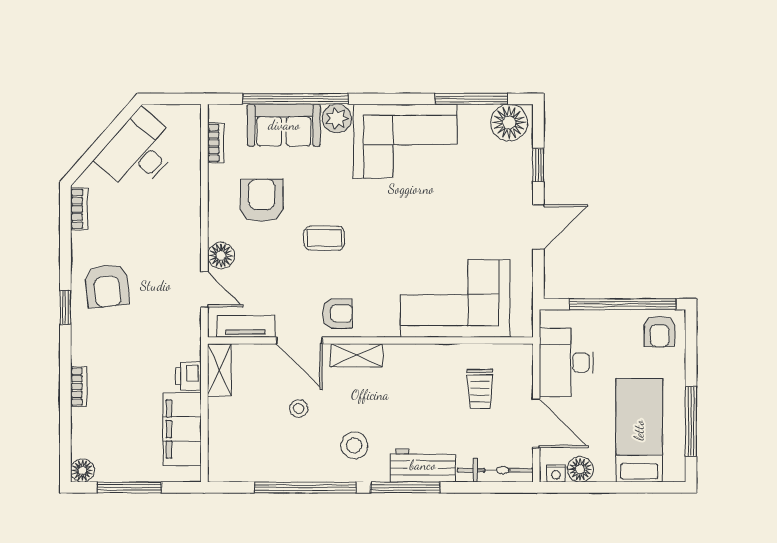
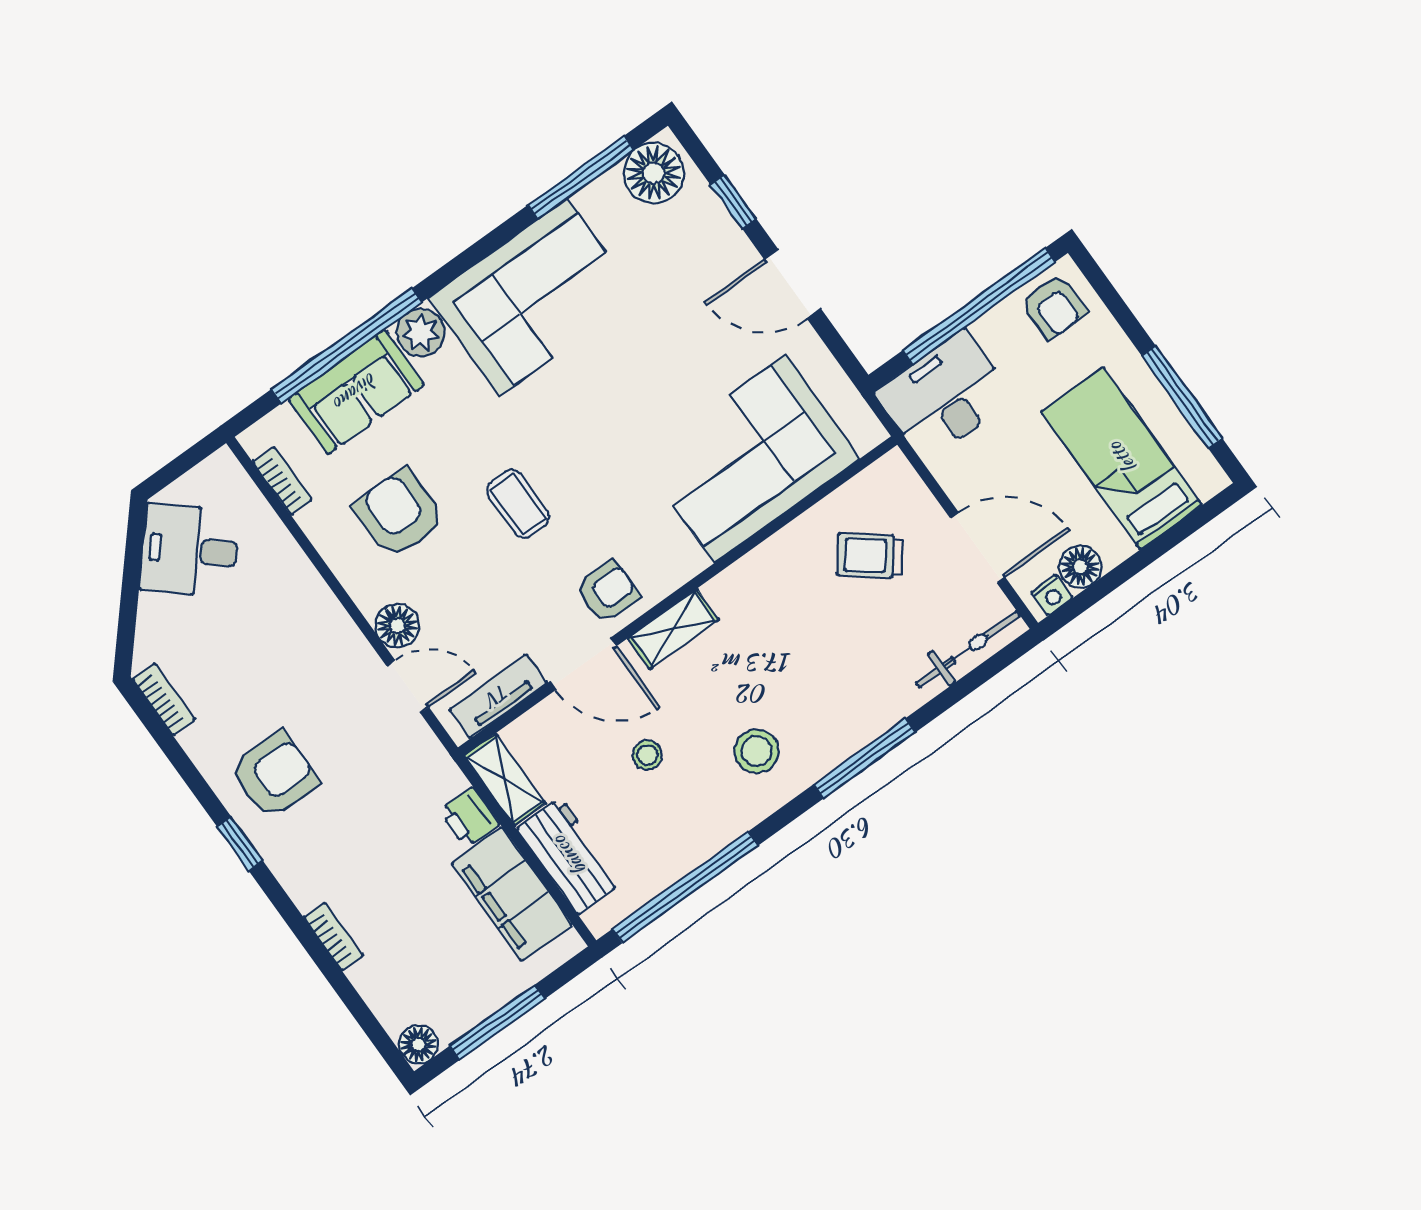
desk: (139, 152) -> (190, 550), width x0.73
door: (538, 227) -> (792, 284), swing flipped
coffee table: (324, 238) -> (518, 504), turned 90
armchair: (107, 286) -> (274, 775), turned -84
desk: (566, 362) -> (945, 396), moved, turned 90
trolley: (480, 389) -> (870, 556), turned 128
workbench: (423, 465) -> (569, 856), moved, turned 90
window: (305, 487) -> (685, 887), moved

